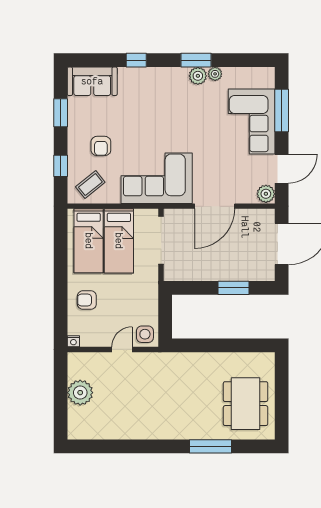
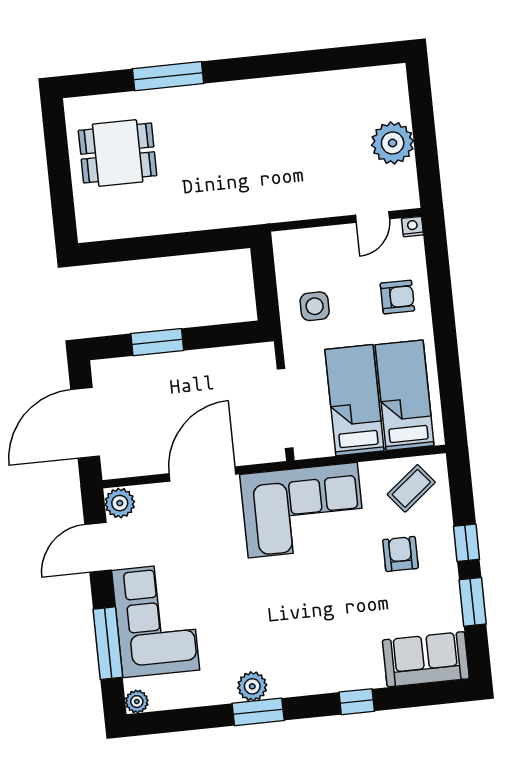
plant: (215, 74) -> (137, 702), moved
window: (61, 166) -> (467, 543), moved
side table: (145, 334) -> (315, 306), moved
door: (122, 349) -> (372, 217), moved
dining table: (246, 404) -> (118, 153), width x0.73

